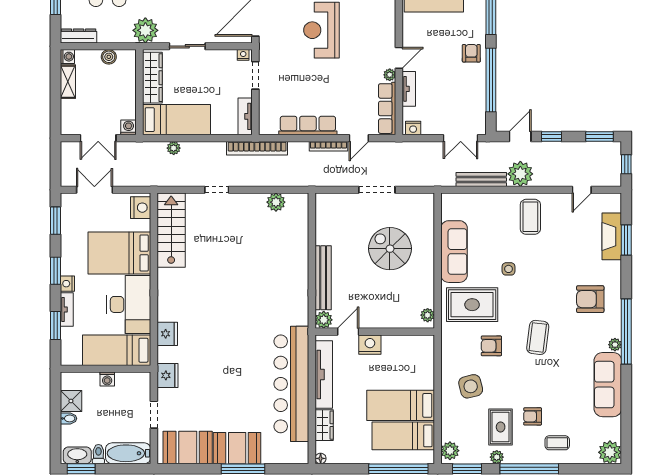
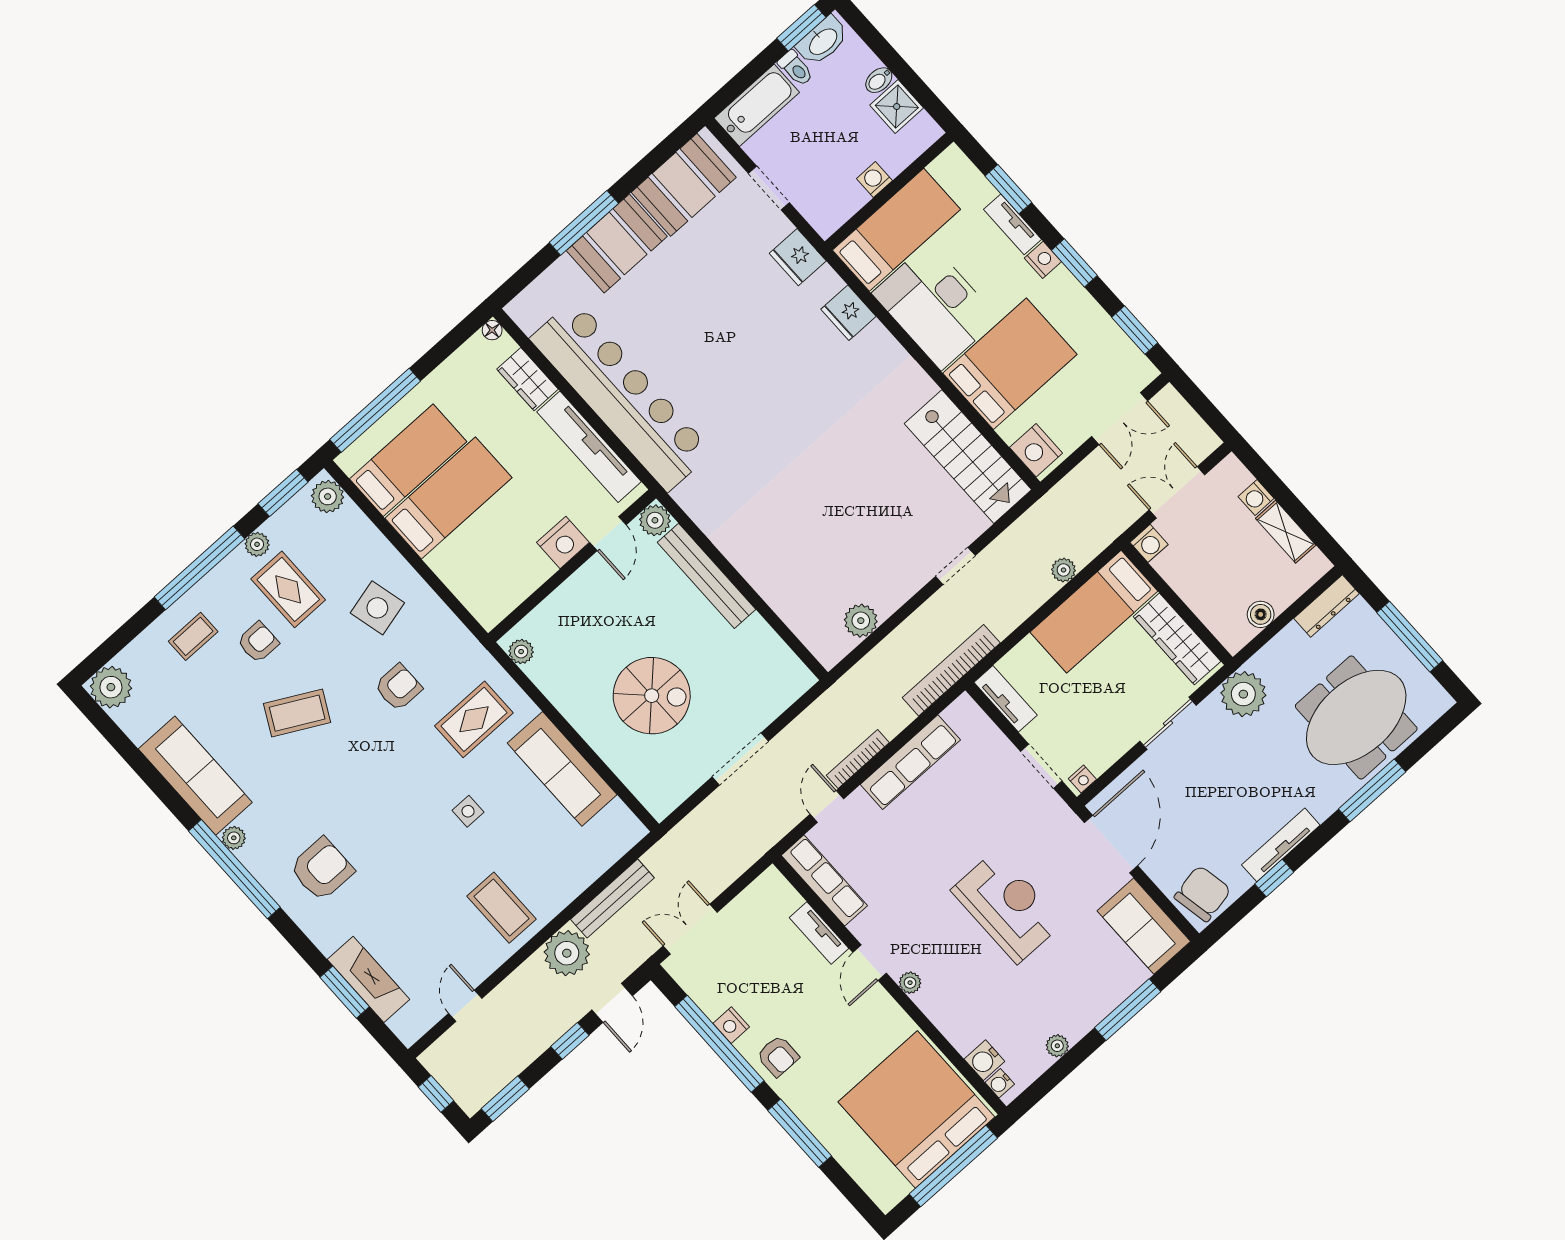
washing machine: (67, 57) -> (1256, 498), moved
plant: (390, 75) -> (910, 983), moved
nightstand: (413, 128) -> (731, 1025), moved, turned -90
rug: (472, 305) -> (474, 719), width x0.73, depth x0.70
coffee table: (538, 337) -> (297, 713), moved, turned -69

